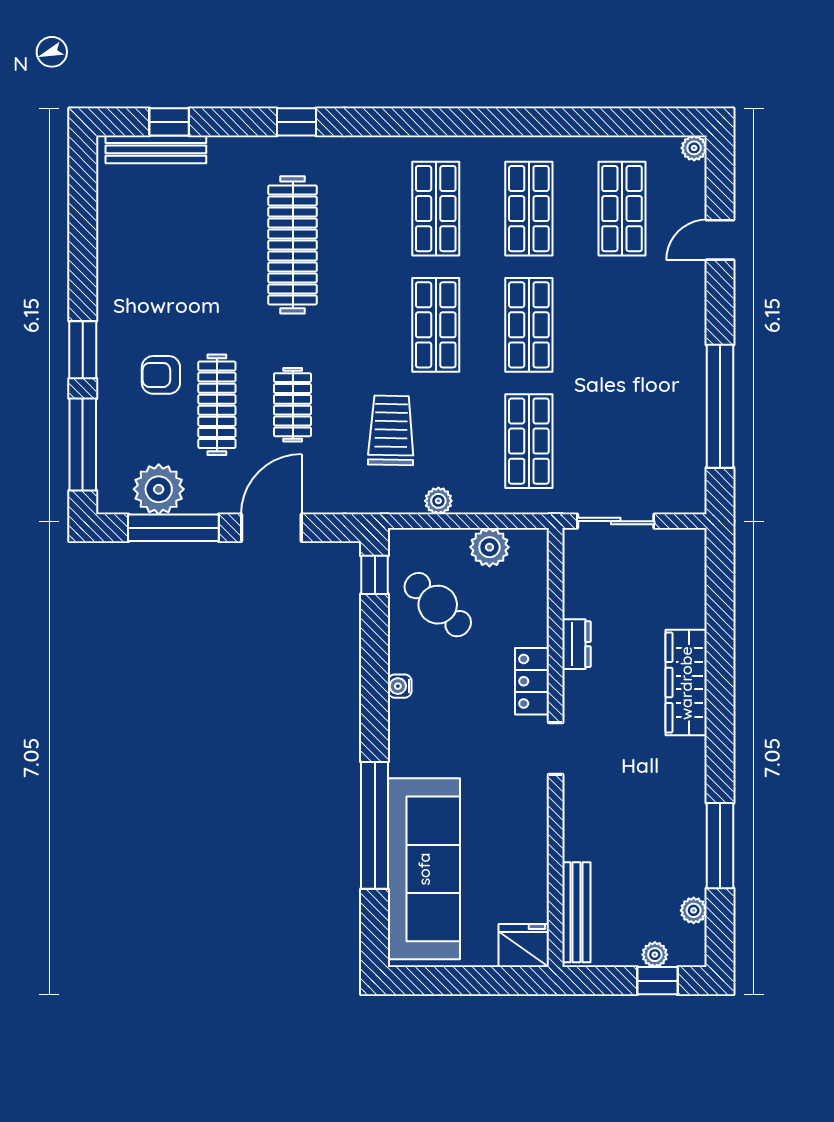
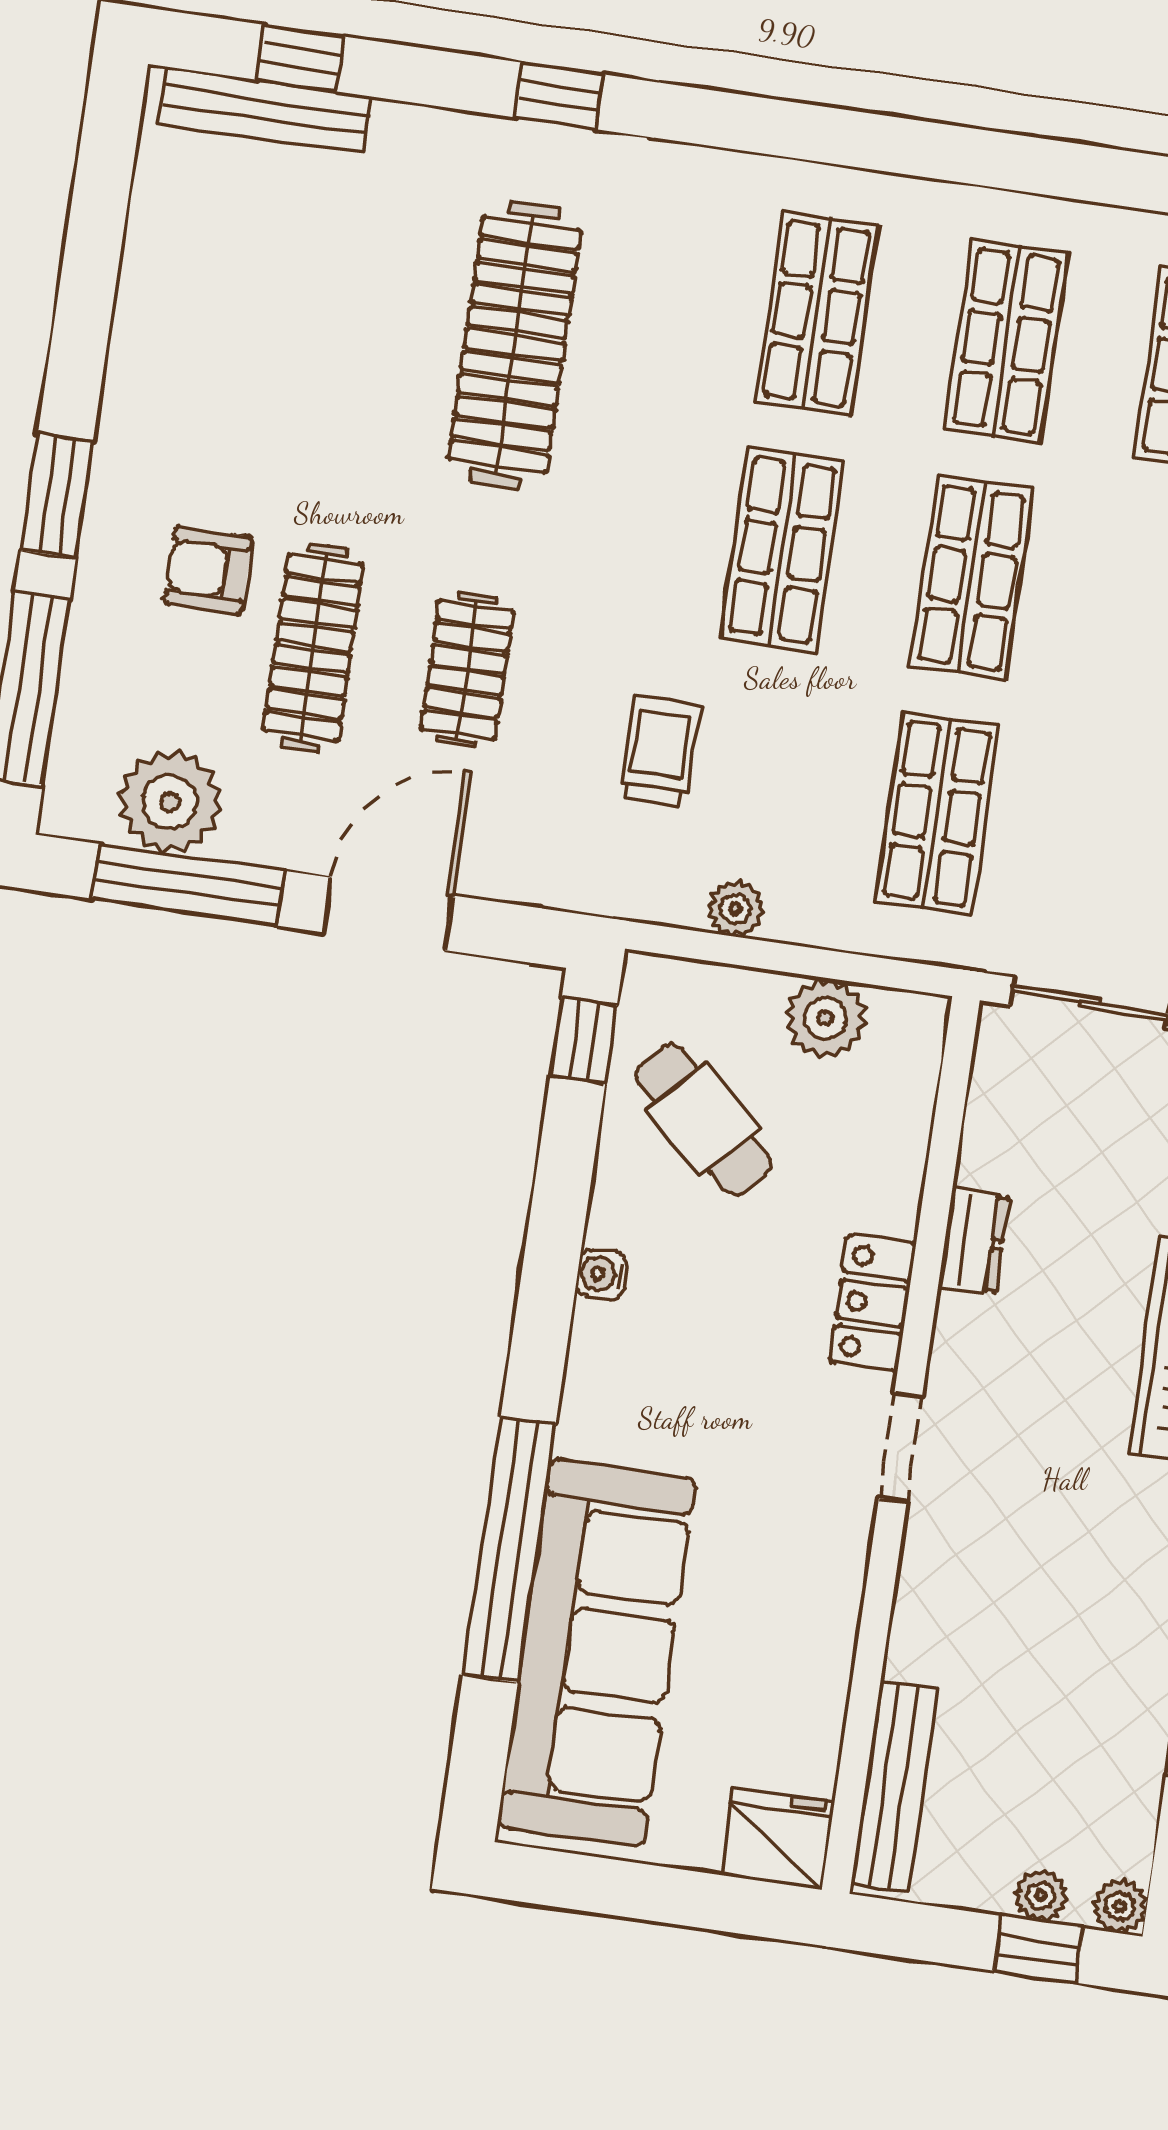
trolley: (391, 430) -> (660, 751), width x0.73, depth x0.72
plant: (694, 910) -> (1120, 1906), moved

